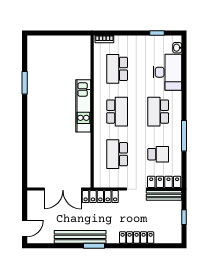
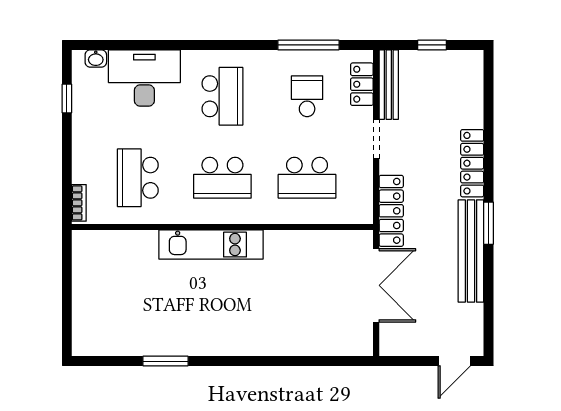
school desk: (117, 69) -> (138, 178), turned 90
school desk: (117, 112) -> (222, 178), turned 180
school desk: (158, 112) -> (222, 96), turned -90
window: (184, 136) -> (308, 45), moved
locker: (164, 182) -> (362, 84), width x0.66
door: (25, 228) -> (454, 361), swing flipped
locker: (137, 237) -> (472, 163), moved

